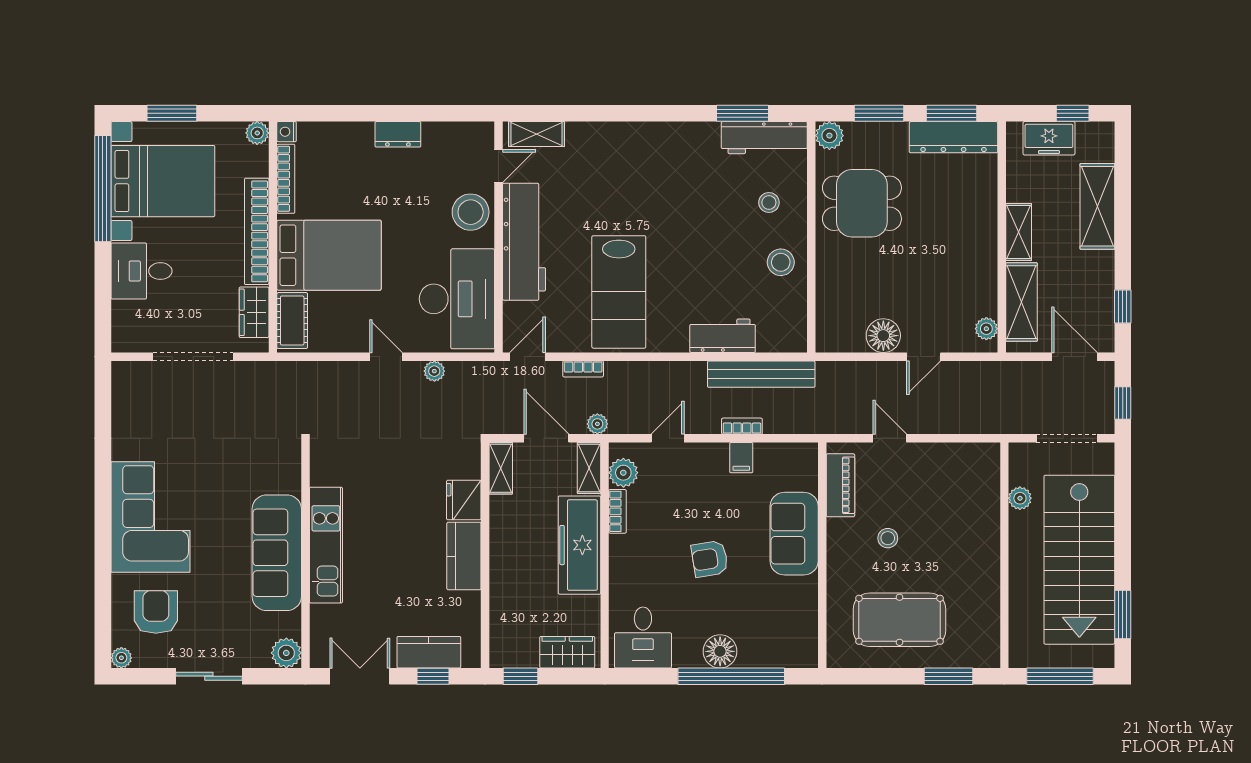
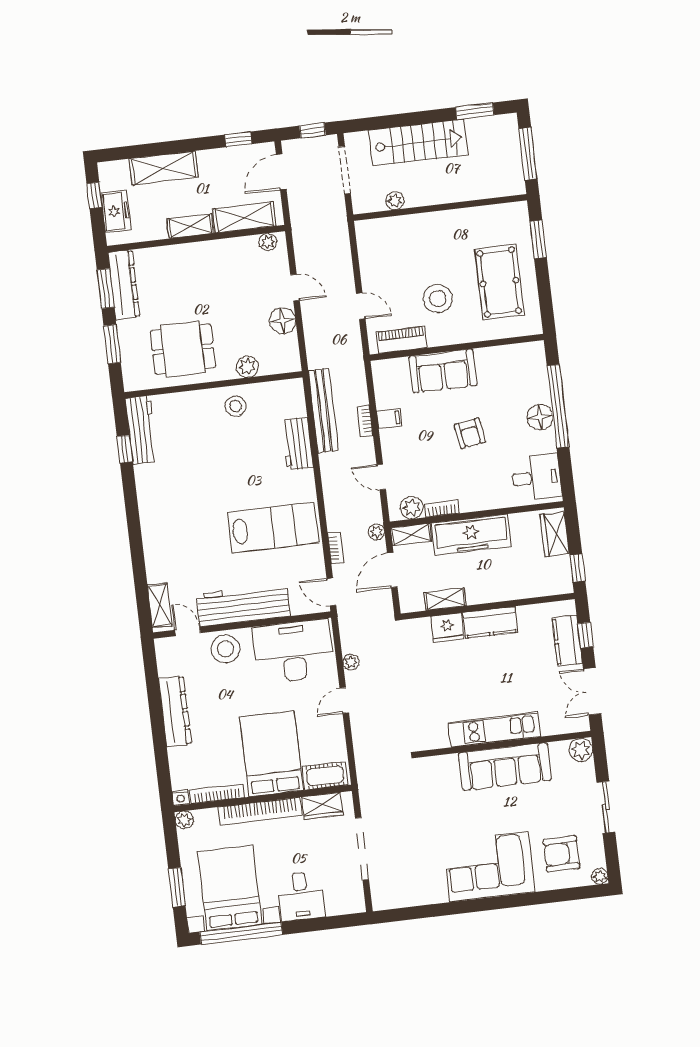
window: (743, 113) -> (125, 449), width x0.67
dresser: (398, 134) -> (175, 711), width x1.96, depth x1.24
plant: (829, 136) -> (247, 367), moved
stool: (769, 202) -> (191, 421), removed
dining table: (862, 203) -> (183, 349), turned 90
door: (890, 438) -> (361, 306), swing flipped
shelving: (501, 468) -> (445, 599), moved
stool: (888, 538) -> (438, 299), width x1.89, depth x1.89
stairs: (1079, 560) -> (418, 142), width x0.73, depth x0.66

